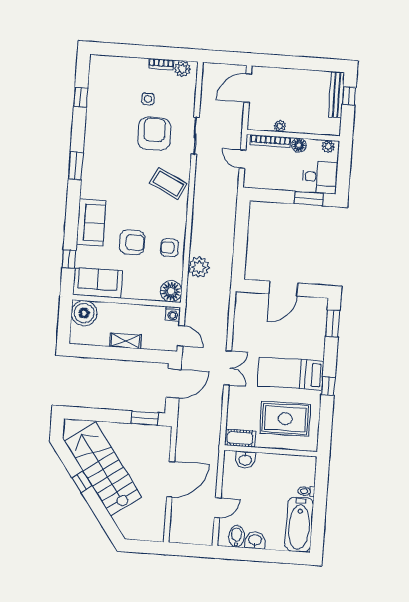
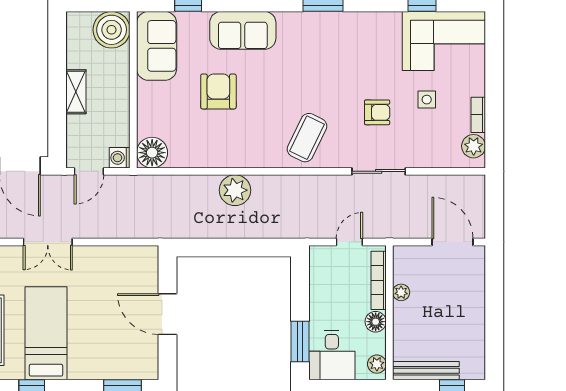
corner sofa: (108, 84) -> (444, 41), added
bench: (337, 95) -> (426, 371), moved
armchair: (154, 134) -> (377, 112), width x0.53, depth x0.53
armchair: (132, 242) -> (218, 91), turned 180
armchair: (170, 248) -> (215, 146), removed
plant: (199, 267) -> (235, 190), moved

